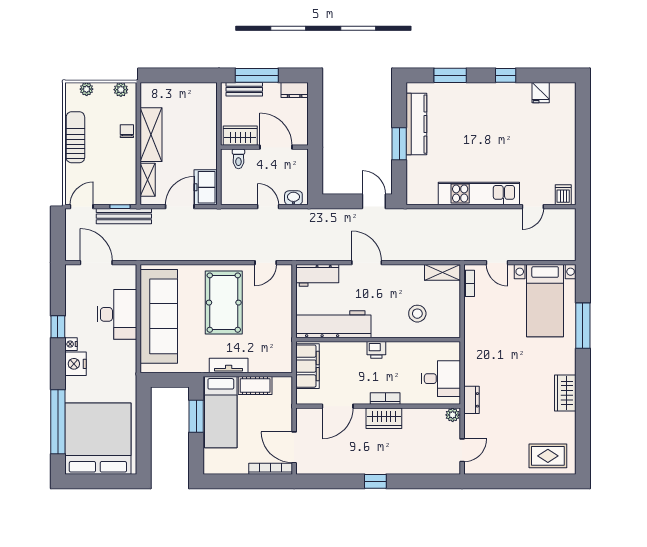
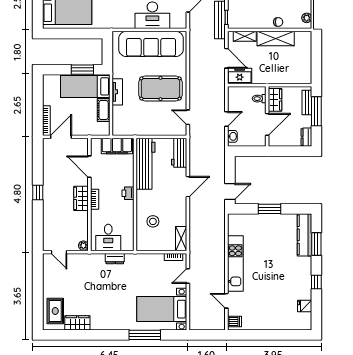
kitchen counter: (416, 124) -> (304, 235), moved, turned 90
wardrobe: (565, 393) -> (77, 323), moved
dresser: (471, 400) -> (115, 259), moved

